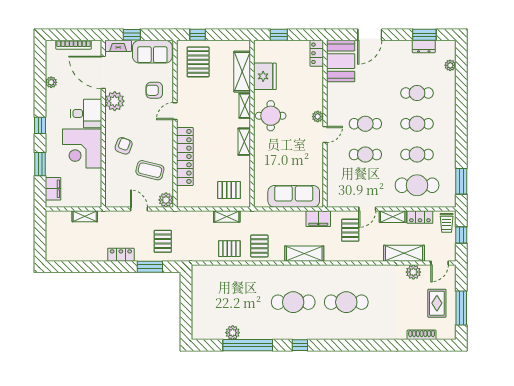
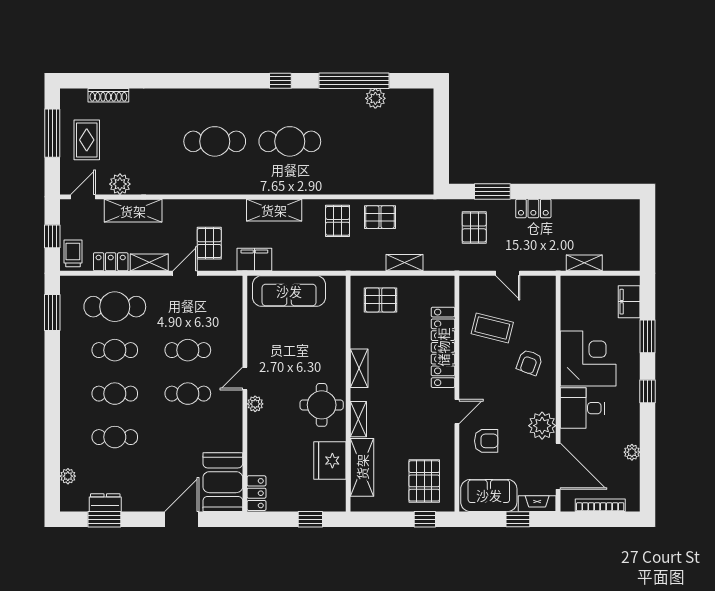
plant: (166, 200) -> (470, 286), removed
shelving: (227, 216) -> (405, 263), moved

